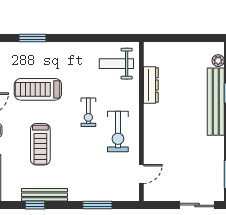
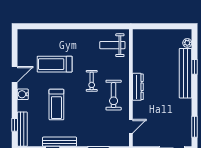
window: (32, 38) -> (51, 26), removed
dresser: (151, 85) -> (138, 87), moved

